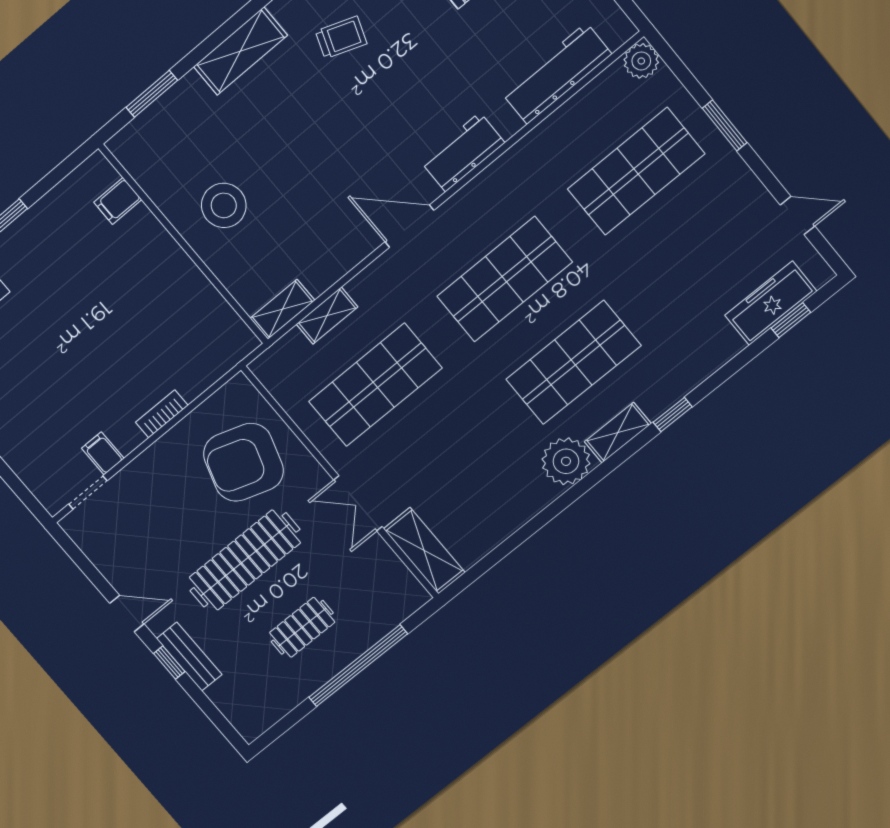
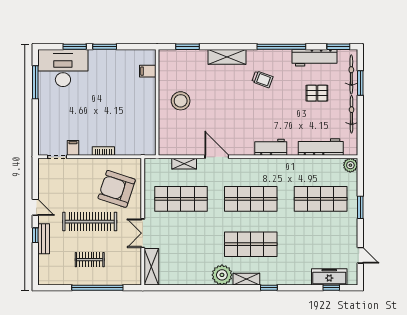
door: (409, 226) -> (217, 157), moved
shelving: (282, 309) -> (171, 150), removed

